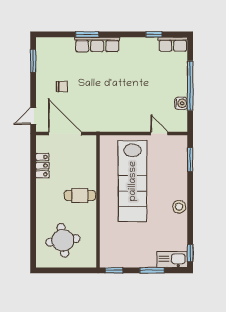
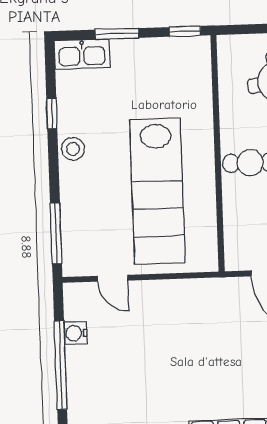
window: (190, 160) -> (56, 233), width x1.44
lab bench: (133, 181) -> (157, 191), turned 180
window: (190, 253) -> (52, 113), moved

